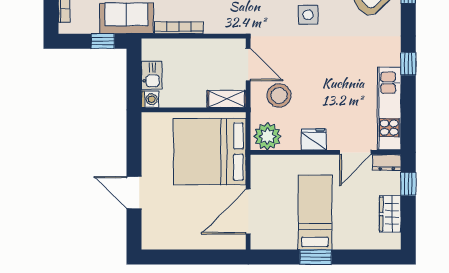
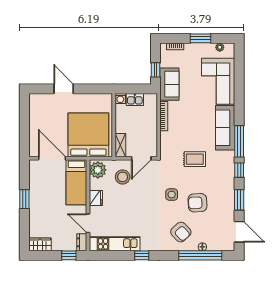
door: (134, 193) -> (64, 89), hinge flipped
bed: (315, 212) -> (76, 182), moved, turned 90
wardrobe: (390, 214) -> (40, 244), moved

